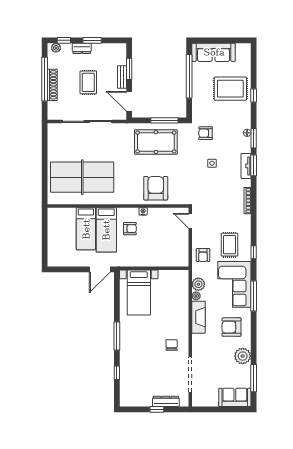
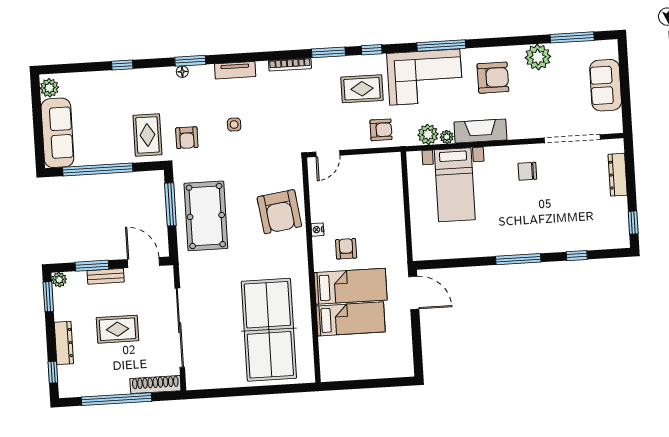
window: (92, 40) -> (48, 297), moved
plant: (56, 48) -> (59, 280), moved
dresser: (82, 48) -> (64, 343), width x1.44
plant: (242, 49) -> (49, 88), added
shoe rack: (52, 85) -> (155, 385), moved
rug: (230, 89) -> (147, 135), moved, width x0.73, depth x0.70
door: (129, 101) -> (144, 263), swing flipped
window: (254, 165) -> (329, 52), moved
armchair: (156, 188) -> (279, 212), turned -98
bed with nightstands: (139, 293) -> (455, 185), moved, turned 90
armchair: (231, 327) -> (493, 78), turned -90
sofa: (235, 397) -> (606, 85), moved
window: (157, 409) -> (633, 223), moved

